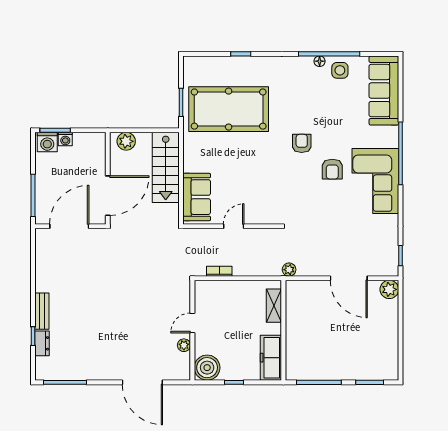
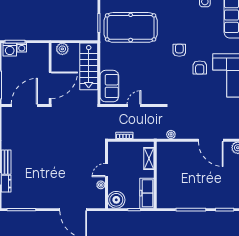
shelving: (274, 306) -> (149, 158), moved
wall: (283, 330) -> (155, 175), moved
freezer: (271, 358) -> (147, 193), moved

